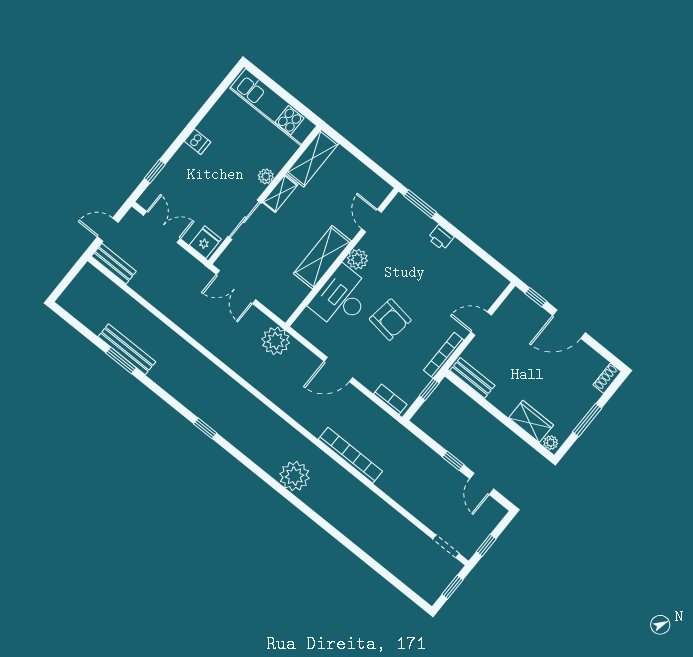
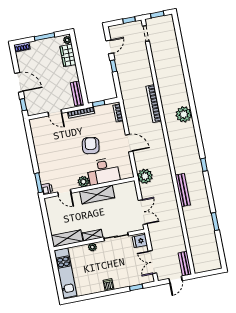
door: (371, 221) -> (64, 193), hinge flipped
door: (108, 230) -> (176, 280), hinge flipped
printer: (441, 238) -> (47, 189), moved
bench: (127, 349) -> (183, 190), moved

